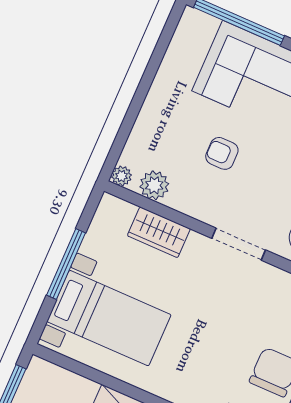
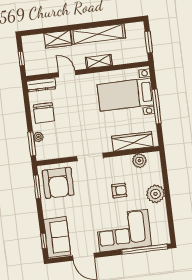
plant: (121, 176) -> (156, 194), moved, width x1.88, depth x1.88
wardrobe: (159, 232) -> (133, 141), width x1.50

